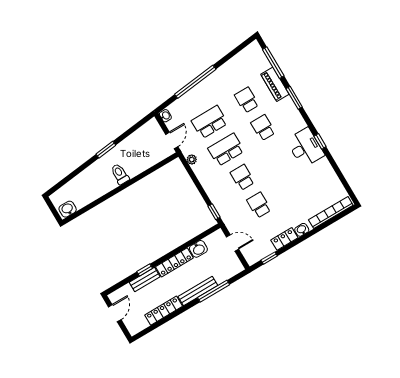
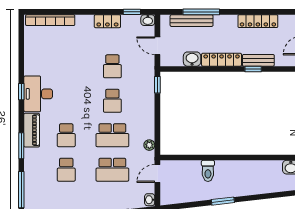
piano: (275, 84) -> (32, 130), moved
toilet: (120, 174) -> (208, 171), moved
washbasin: (302, 230) -> (148, 20), moved
bench: (198, 291) -> (192, 21), moved

